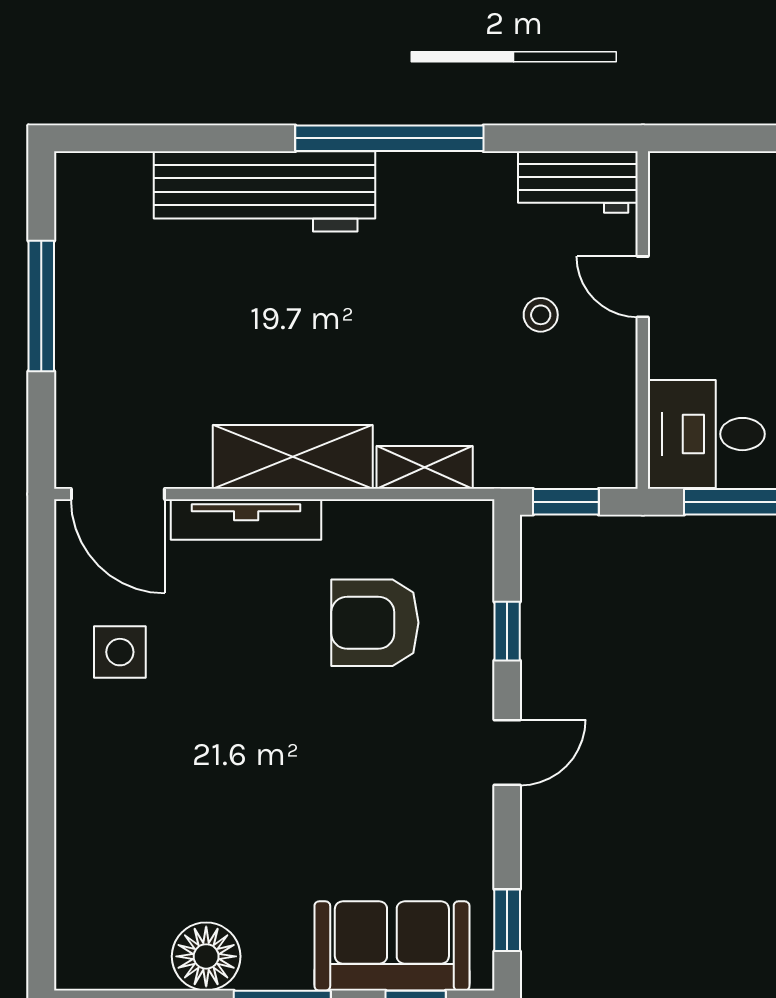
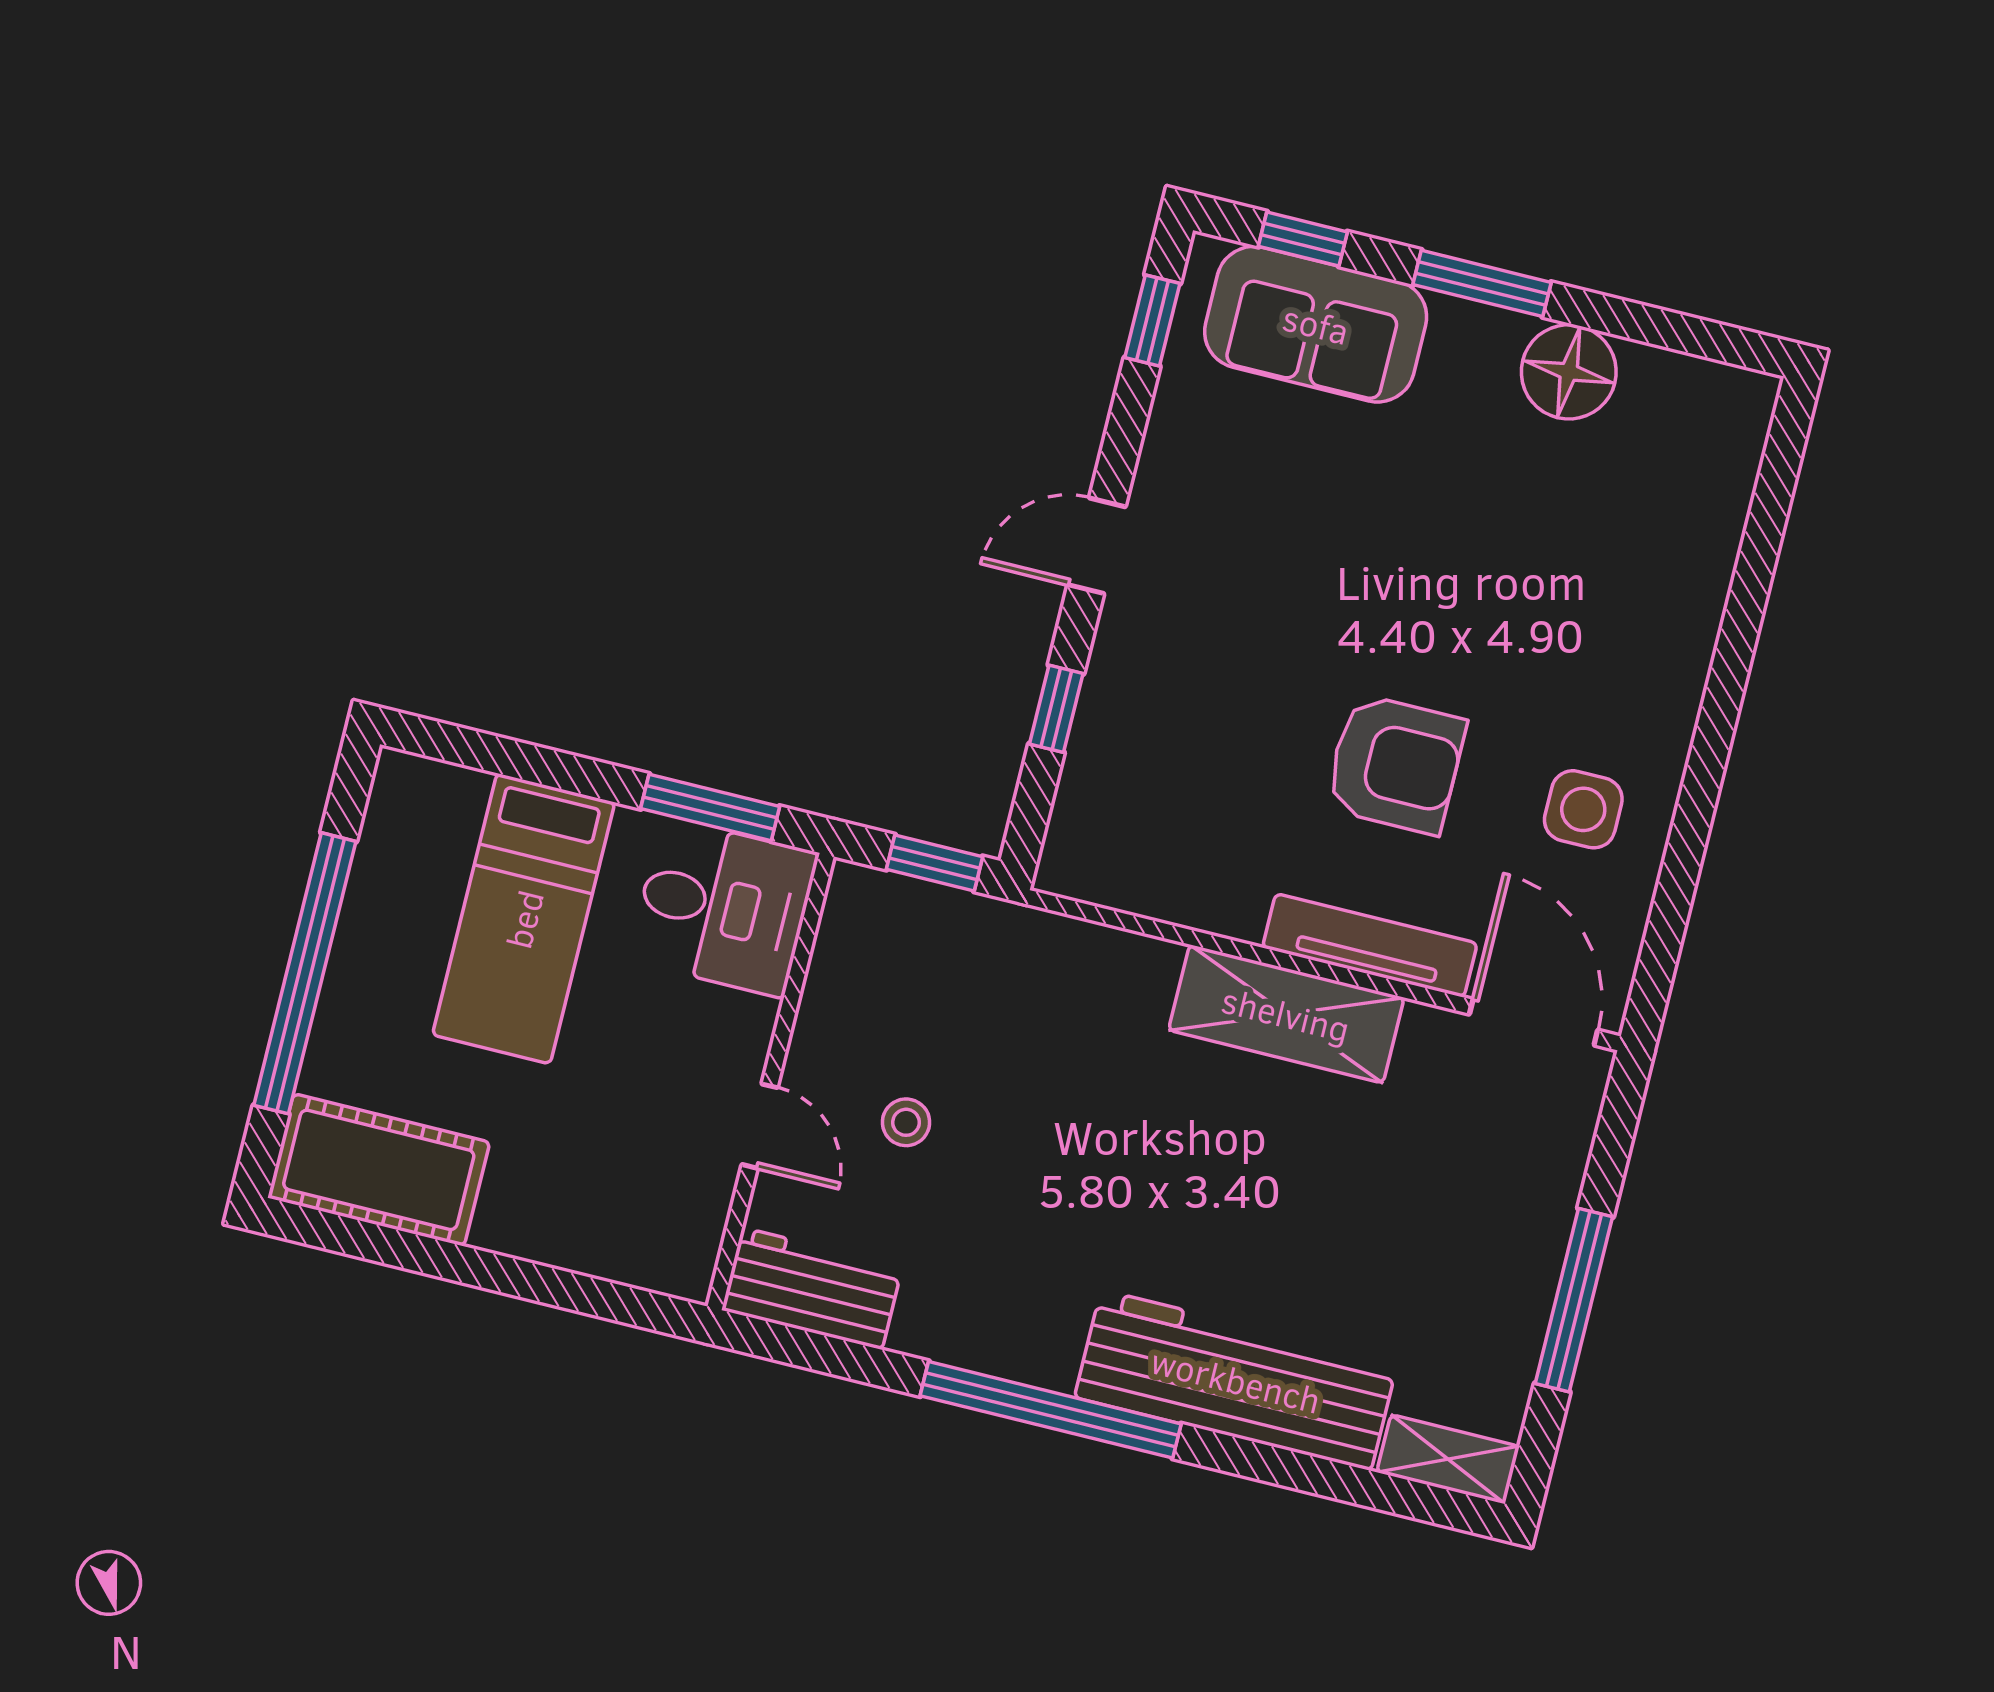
shelving: (425, 467) -> (1448, 1459), moved
armchair: (375, 623) -> (1395, 764), moved

